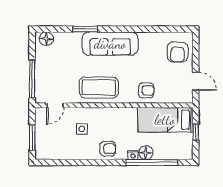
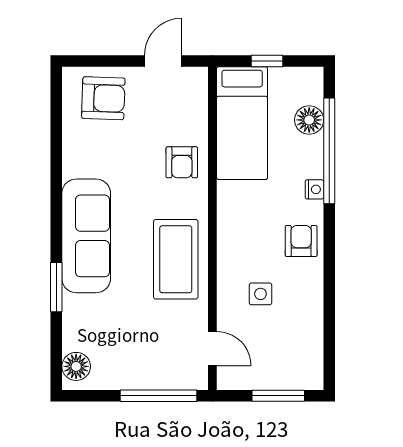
armchair: (146, 90) -> (182, 162), turned 180
floor lamp: (146, 153) -> (309, 120), moved

